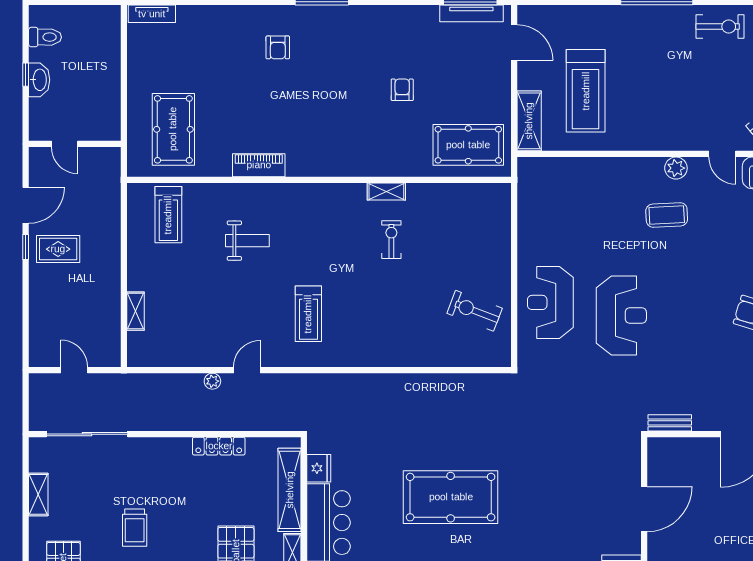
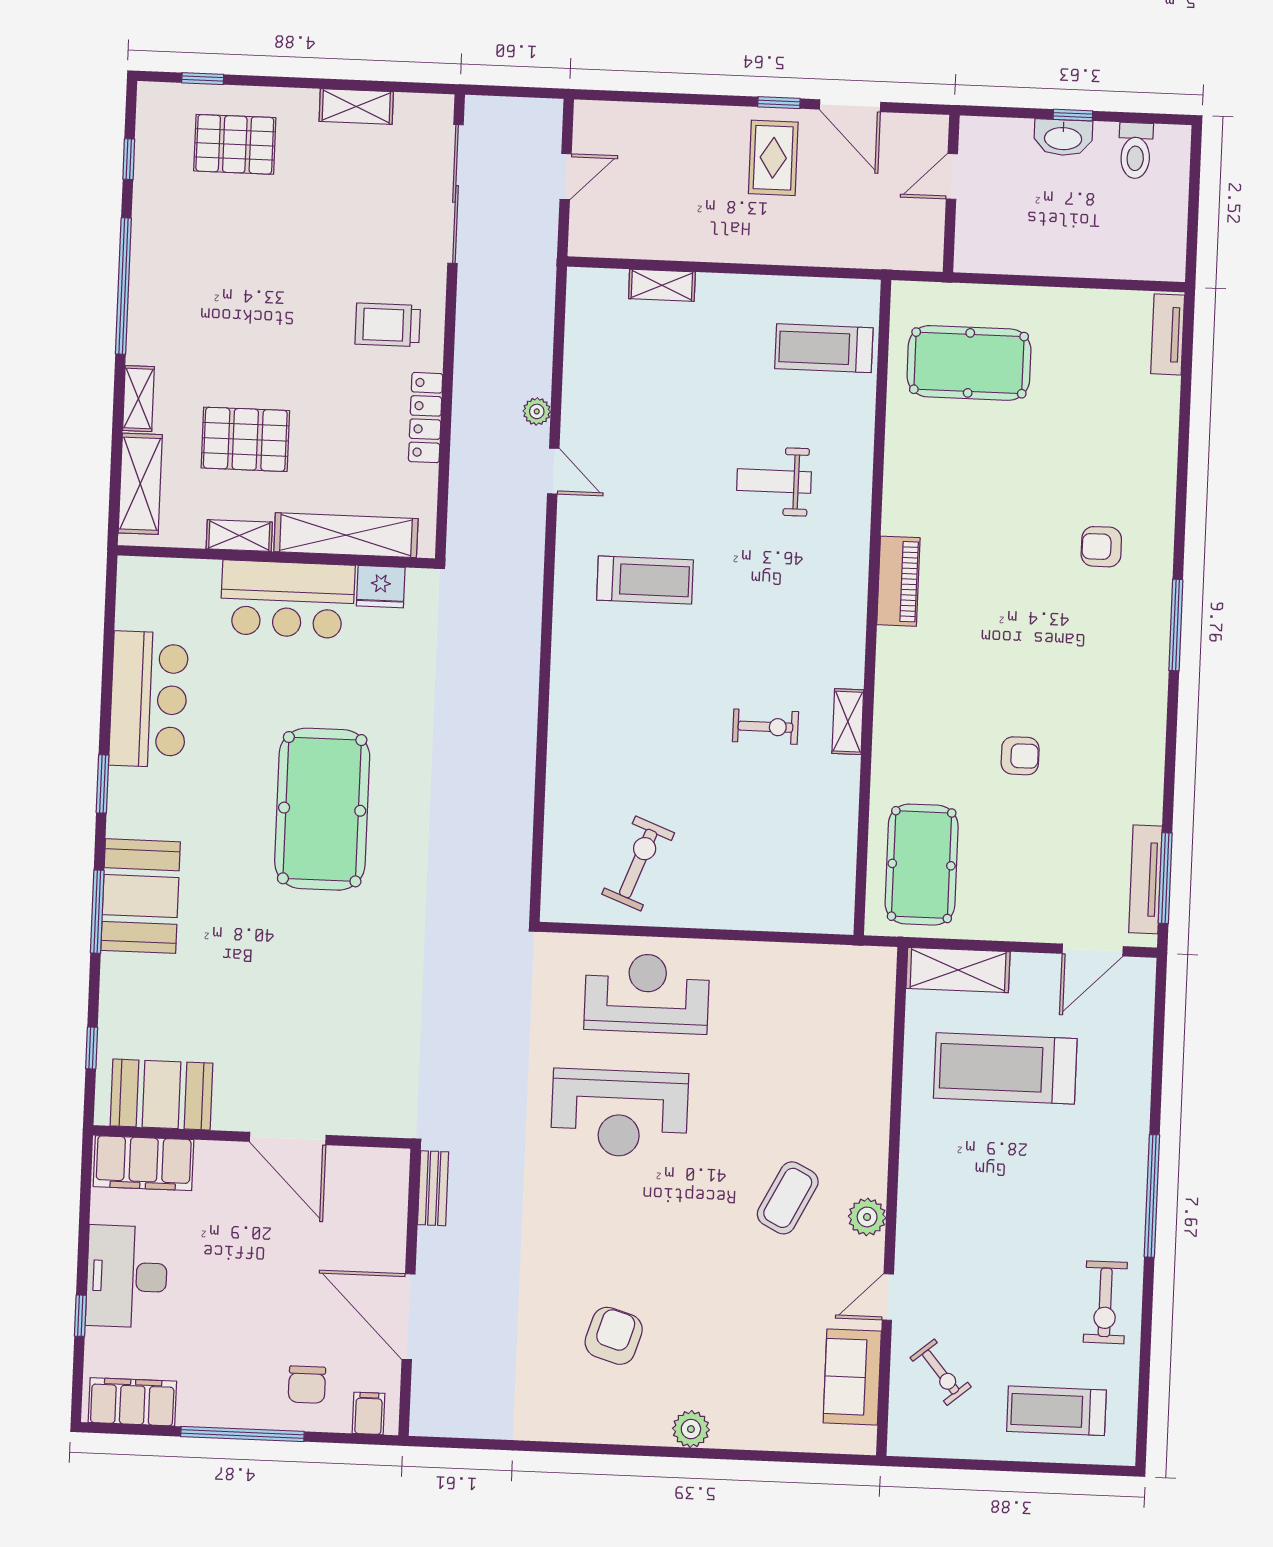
piano: (259, 165) -> (898, 581), moved
coffee table: (667, 215) -> (788, 1198), turned 30
weight bench: (247, 241) -> (774, 481), turned 90
treadmill: (308, 314) -> (645, 580), turned 180
trolley: (135, 528) -> (388, 325), moved

